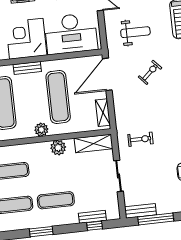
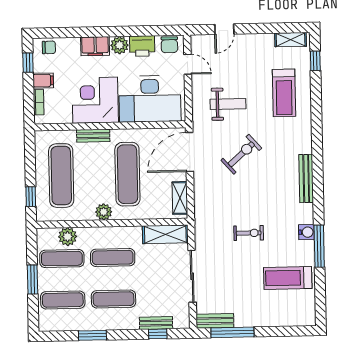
exercise bike: (150, 72) -> (241, 154), width x1.38, depth x1.39
exercise bike: (140, 139) -> (249, 233), moved
plant: (58, 148) -> (68, 237), moved
exercise mat: (52, 166) -> (113, 258), added
sliding door: (119, 176) -> (192, 276), width x1.37

